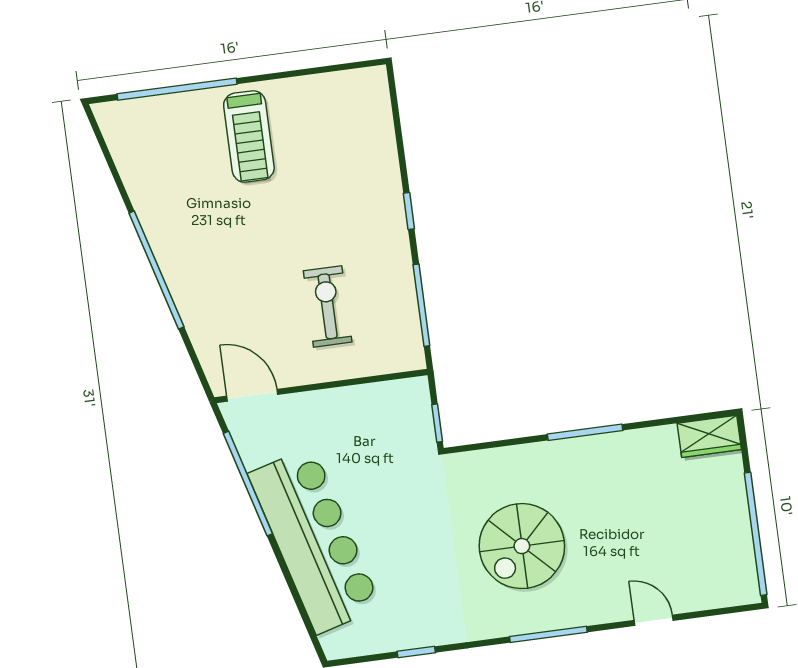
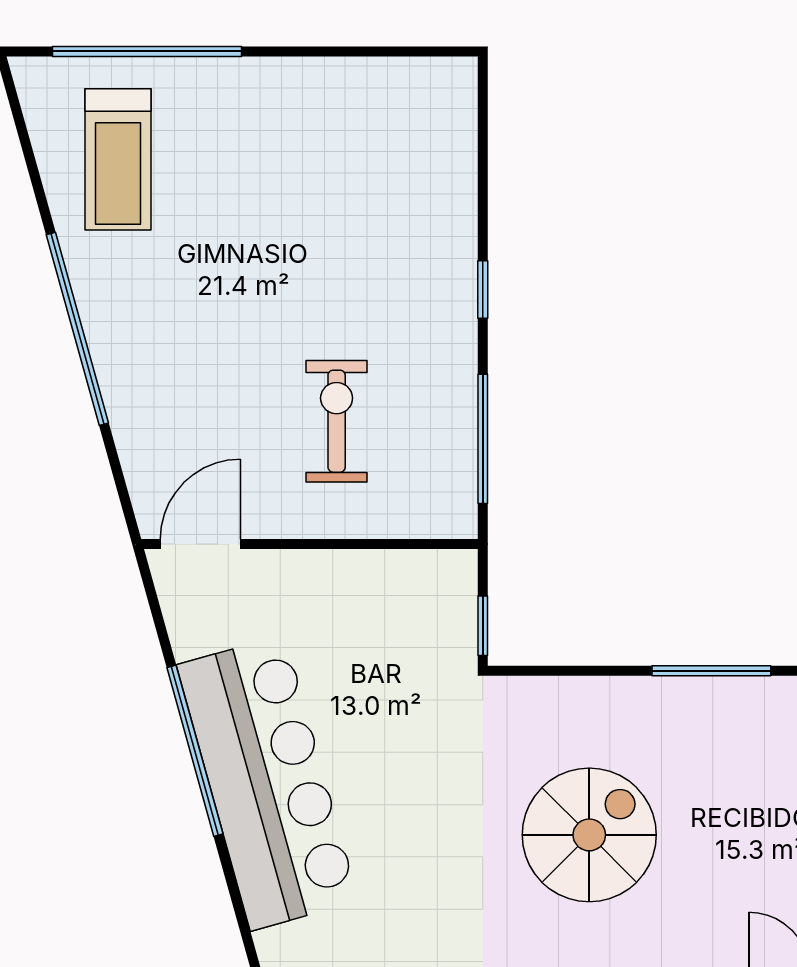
treadmill: (249, 136) -> (118, 159), moved
door: (252, 395) -> (201, 544), hinge flipped
window: (248, 484) -> (195, 751), moved
spiral stairs: (522, 546) -> (589, 835), turned 180

